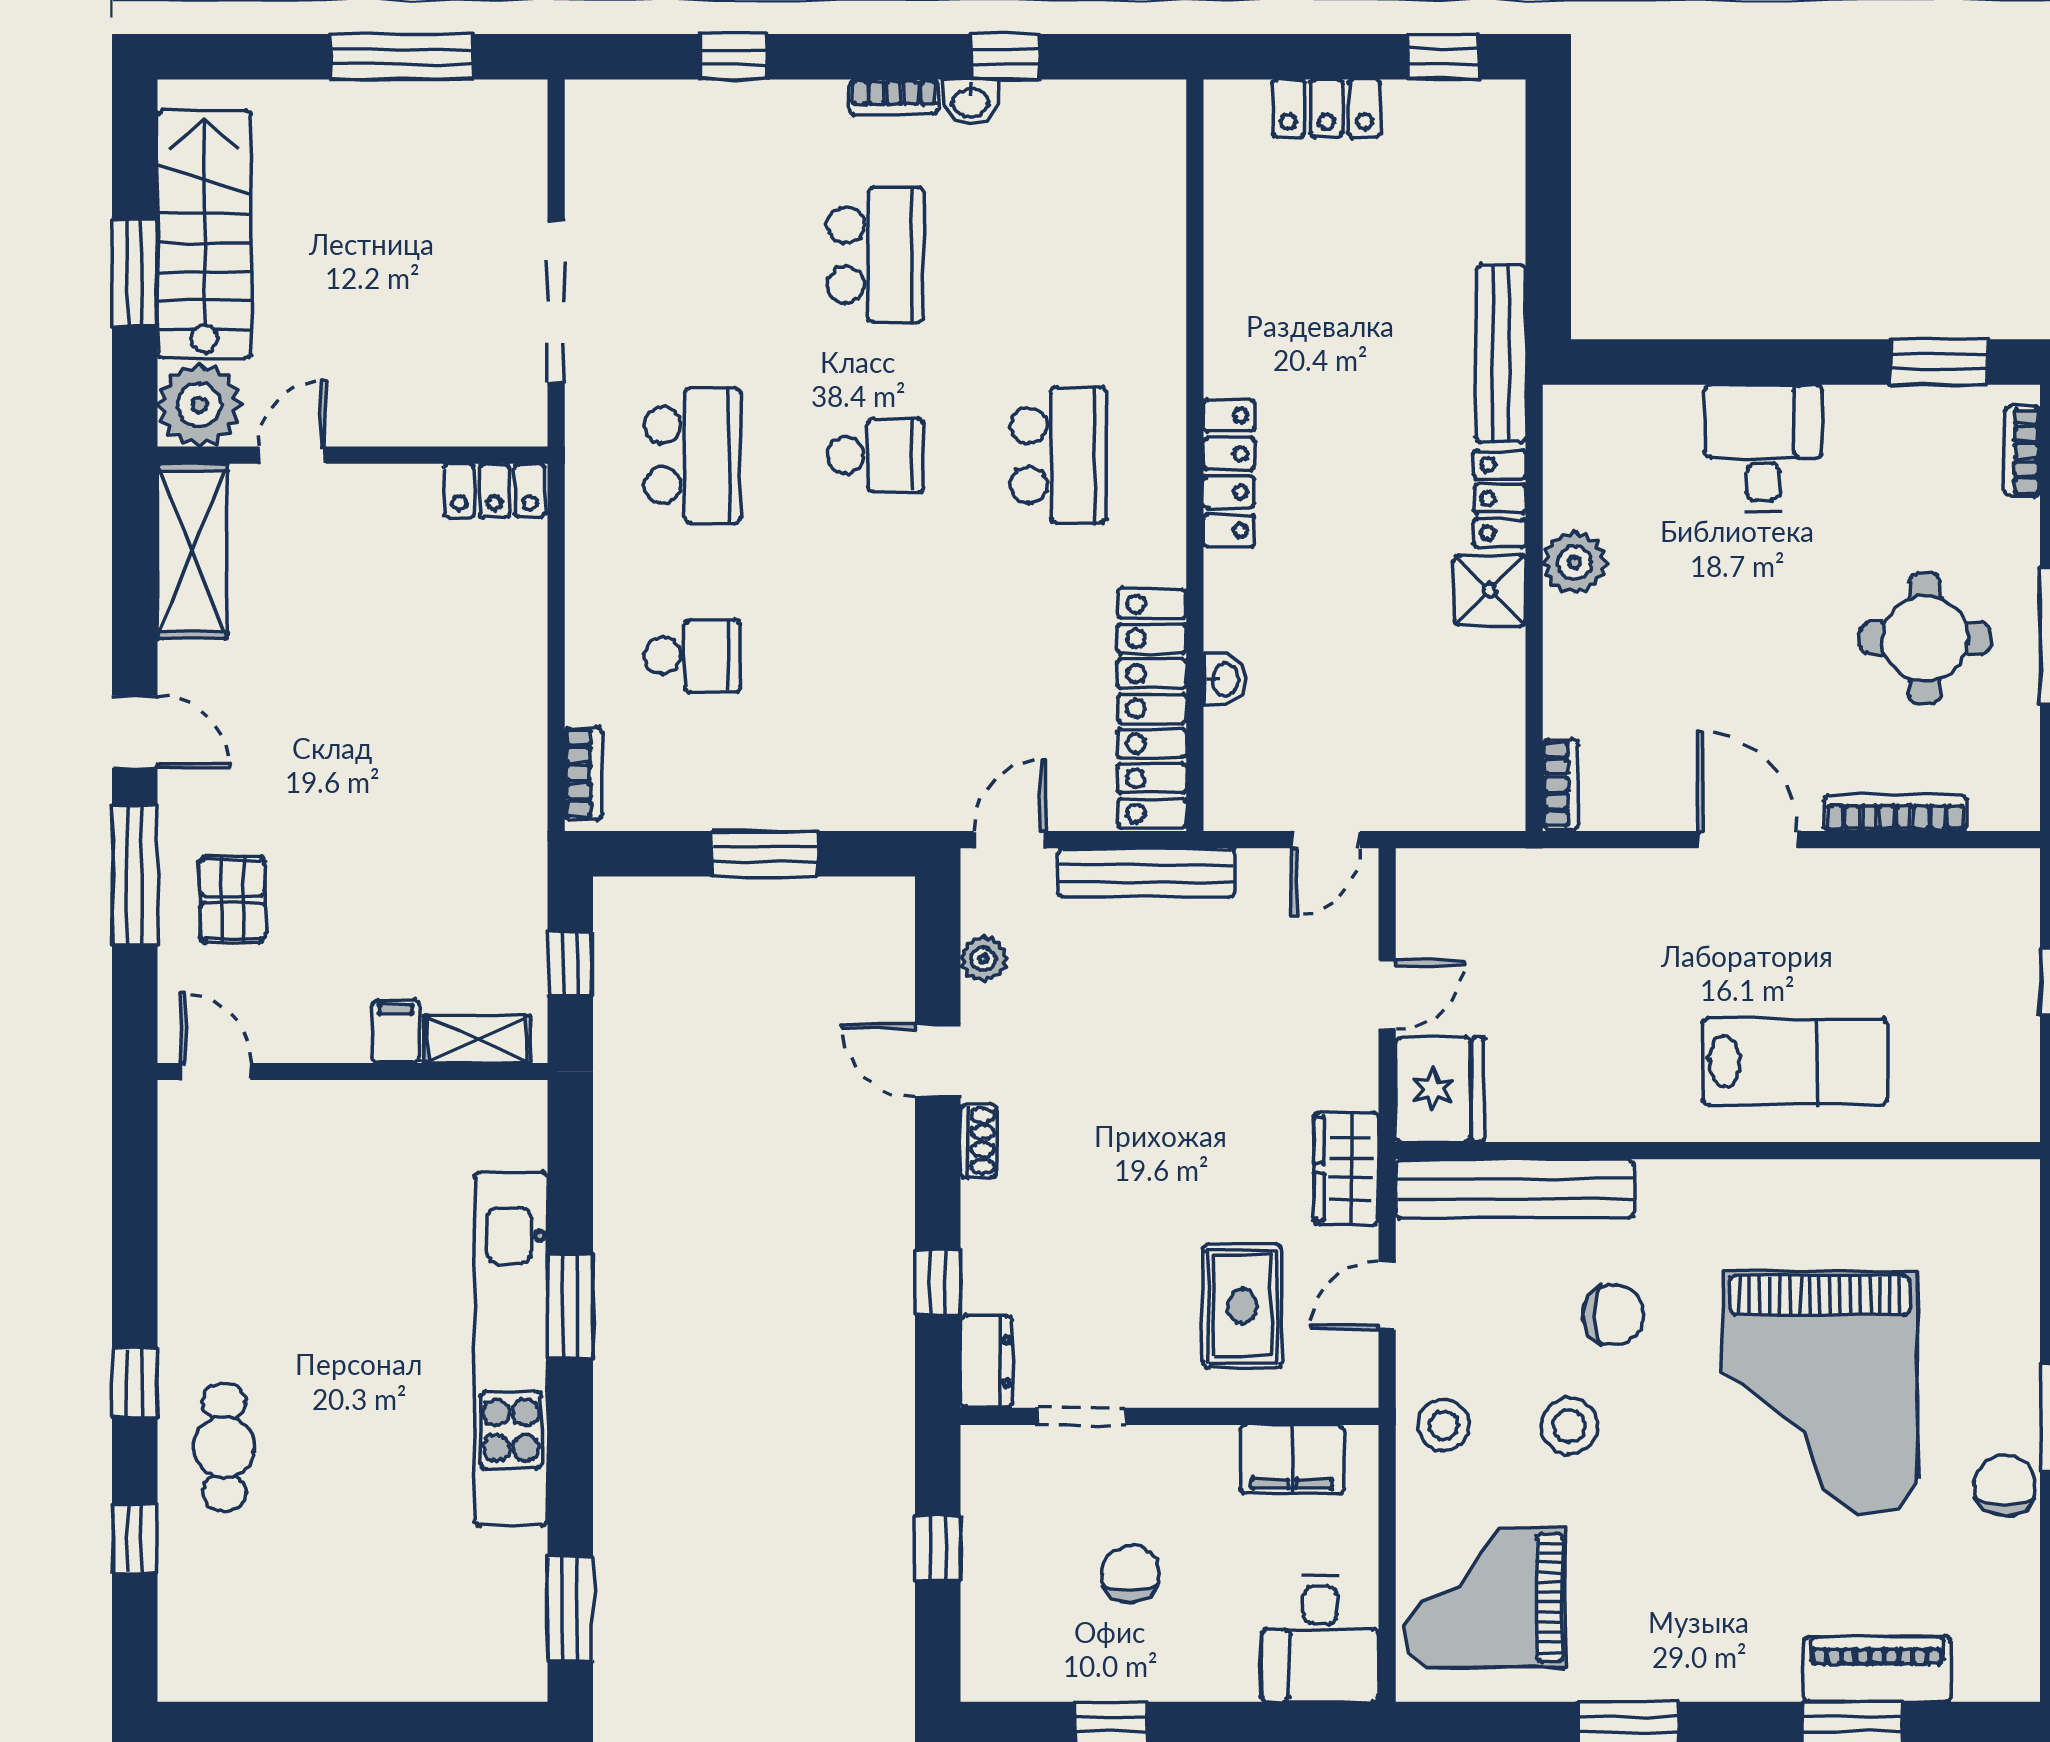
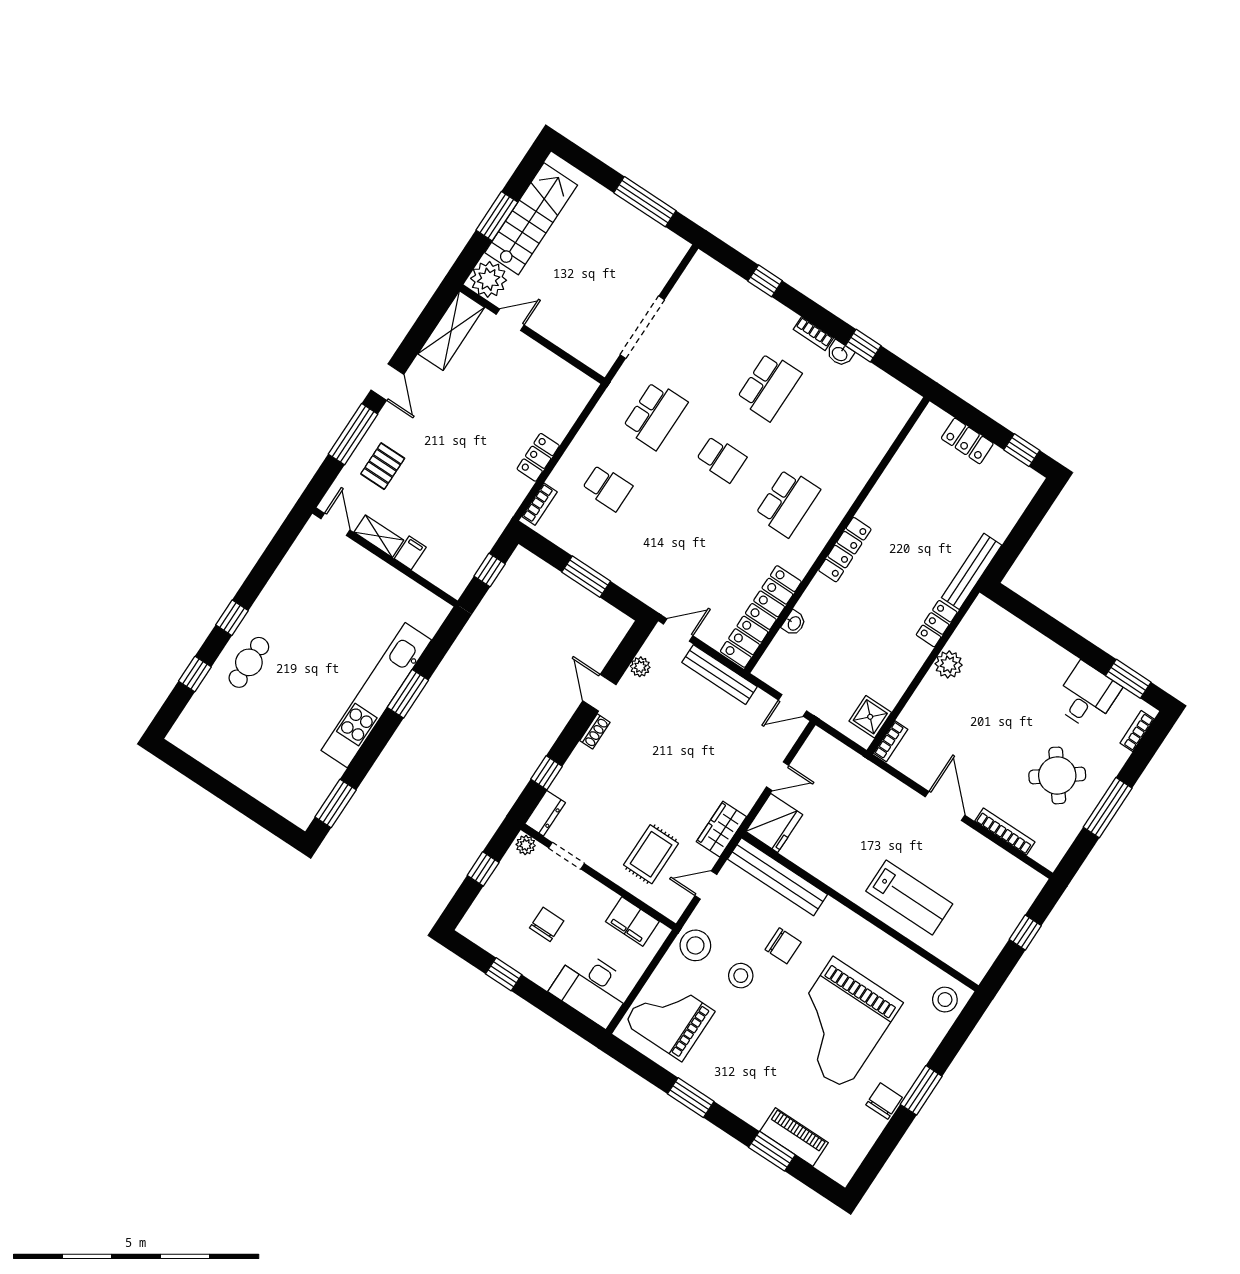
desk: (1763, 448) -> (1087, 696), moved
locker: (495, 490) -> (538, 457), moved, turned 90
shower: (1490, 590) -> (870, 717), moved
round table: (1925, 638) -> (1057, 775), turned -37
shelving: (477, 1039) -> (379, 536), moved
stool: (1993, 1213) -> (945, 1000), added
stool: (1444, 1425) -> (695, 945), width x1.38, depth x1.38
plant: (989, 1447) -> (526, 845), added
desk: (1320, 1639) -> (592, 988), width x1.37

